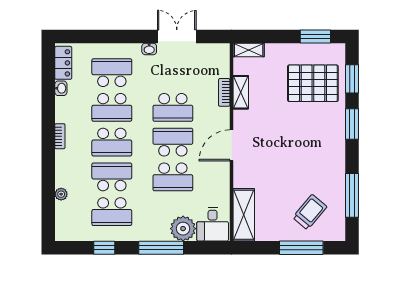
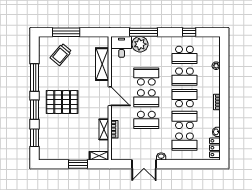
window: (315, 36) -> (78, 164), moved
pallet: (313, 83) -> (62, 102), moved
school desk: (173, 107) -> (146, 120), turned 180
door: (231, 145) -> (110, 96), hinge flipped
window: (352, 195) -> (34, 78), moved
school desk: (112, 212) -> (184, 55), turned 180
shelving: (244, 215) -> (102, 64), moved
window: (161, 248) -> (144, 32), moved

